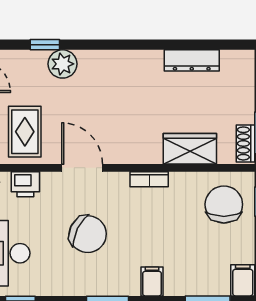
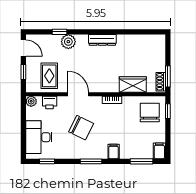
dresser: (192, 60) -> (102, 40), moved

